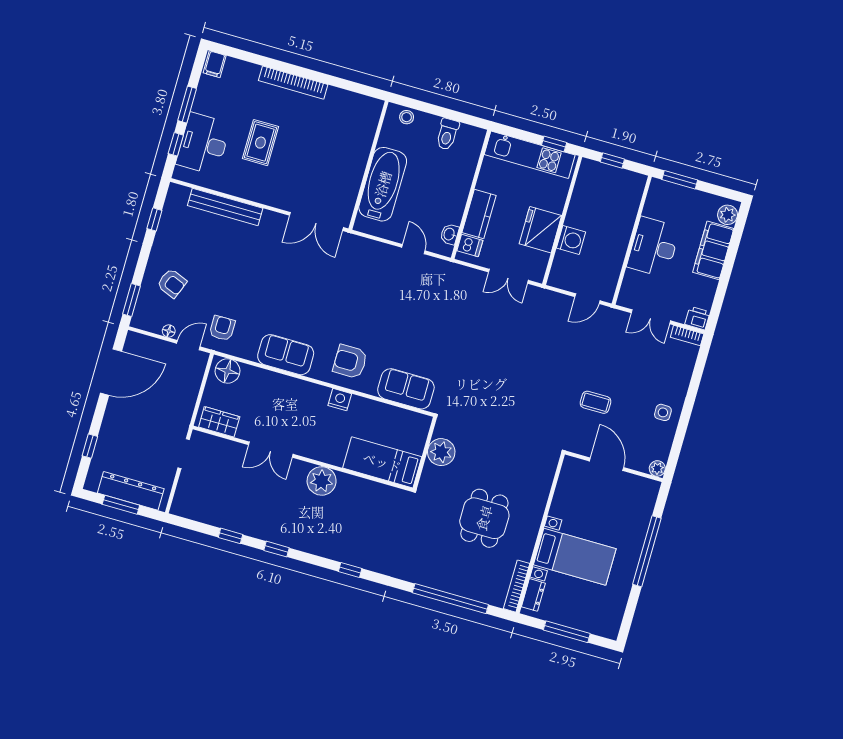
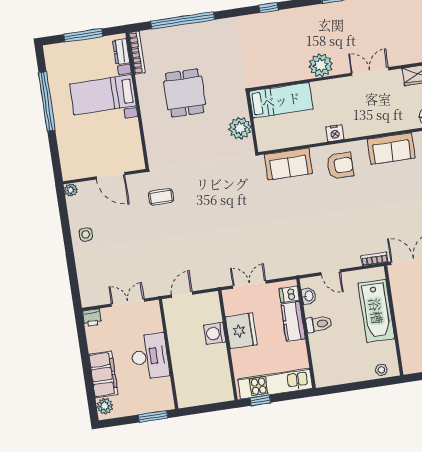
toilet: (447, 134) -> (319, 324), moved, turned 90
window: (612, 161) -> (211, 408), removed
bookcase: (687, 336) -> (374, 259), moved
coffee table: (596, 402) -> (161, 197), moved
window: (647, 551) -> (47, 101), moved

